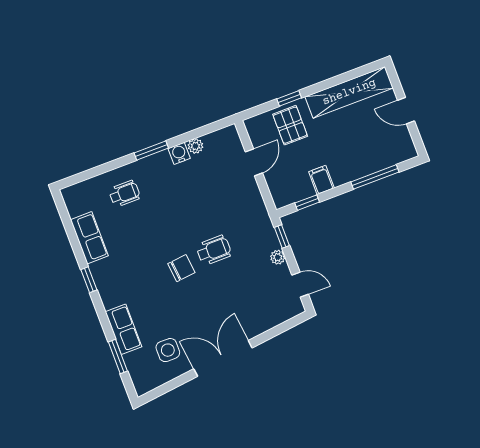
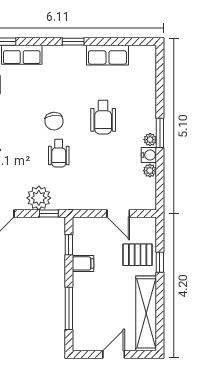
plant: (162, 158) -> (150, 140), added
wheelchair: (125, 194) -> (103, 117), moved, width x1.36, depth x1.37
plant: (278, 257) -> (39, 198), width x1.88, depth x1.88

